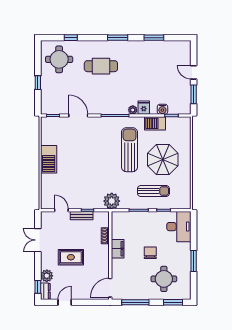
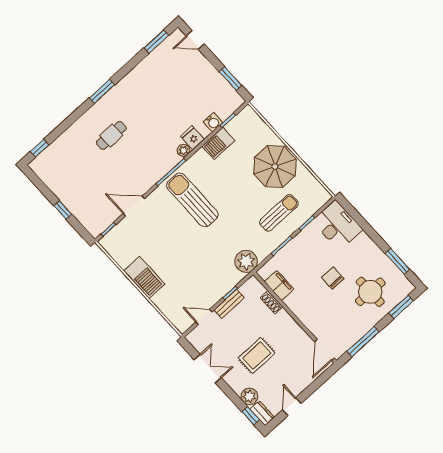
window: (71, 38) -> (40, 148), moved
window: (154, 38) -> (156, 42), moved
round table: (59, 59) -> (63, 167), removed
cafe table: (101, 66) -> (111, 135), width x0.73, depth x0.74
door: (194, 72) -> (195, 40), moved
sun lounger: (129, 150) -> (192, 200), moved
parasol: (163, 160) -> (275, 167), moved
double door: (38, 240) -> (208, 369), swing flipped
filing cabinet: (118, 249) -> (279, 285), moved
window: (194, 261) -> (397, 261), moved

